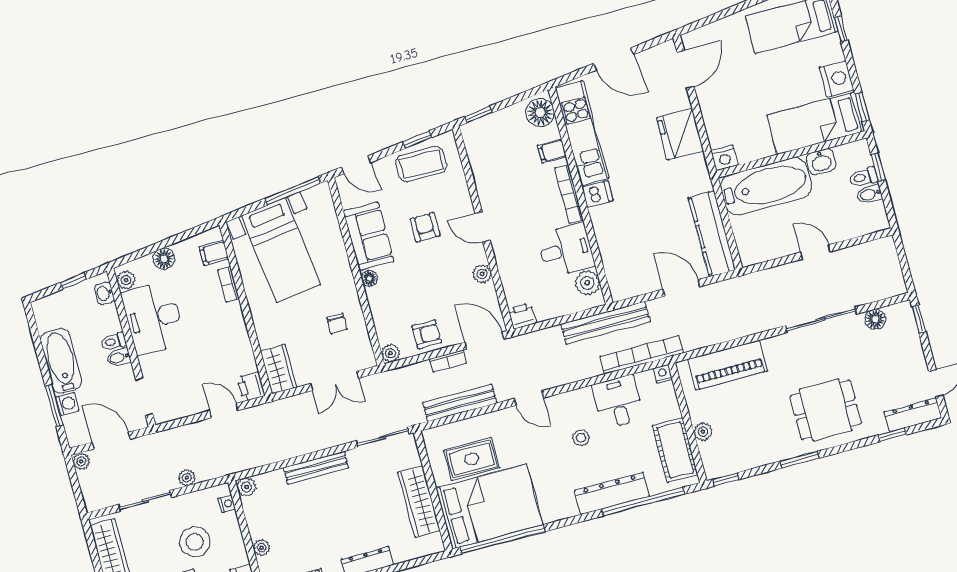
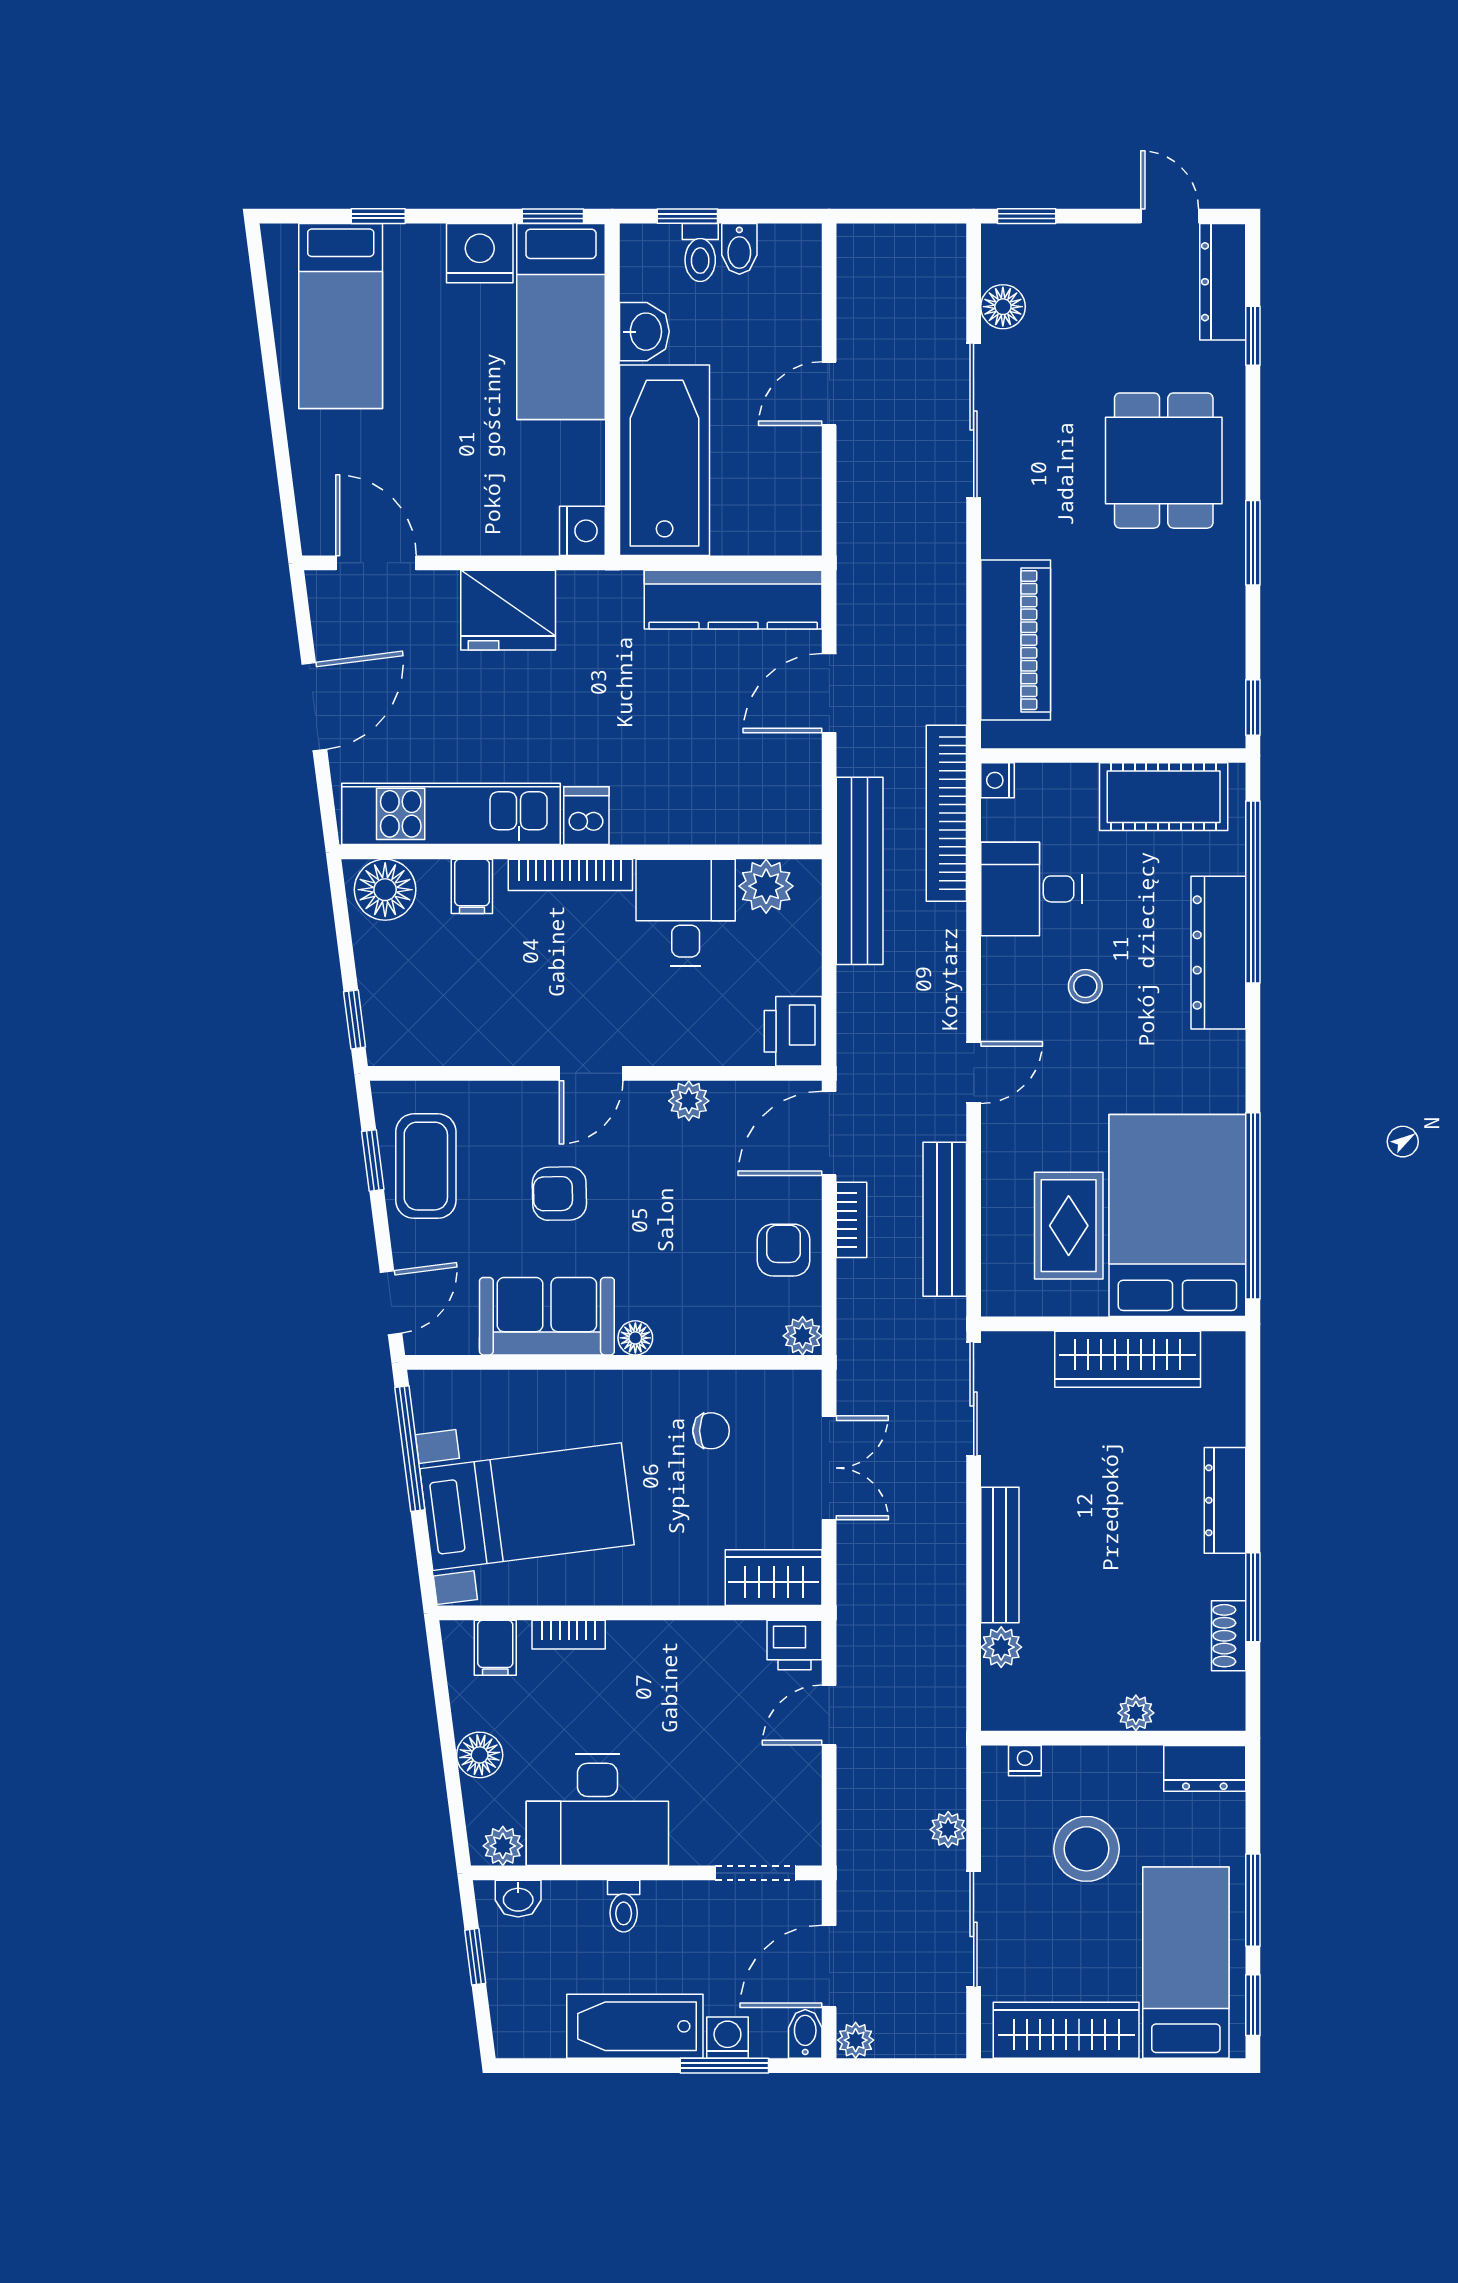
printer: (522, 316) -> (793, 1031), width x1.36, depth x1.24
bidet: (119, 358) -> (805, 2034), moved, turned 180
plant: (703, 432) -> (1141, 729), removed
plant: (247, 487) -> (1001, 1647), moved

